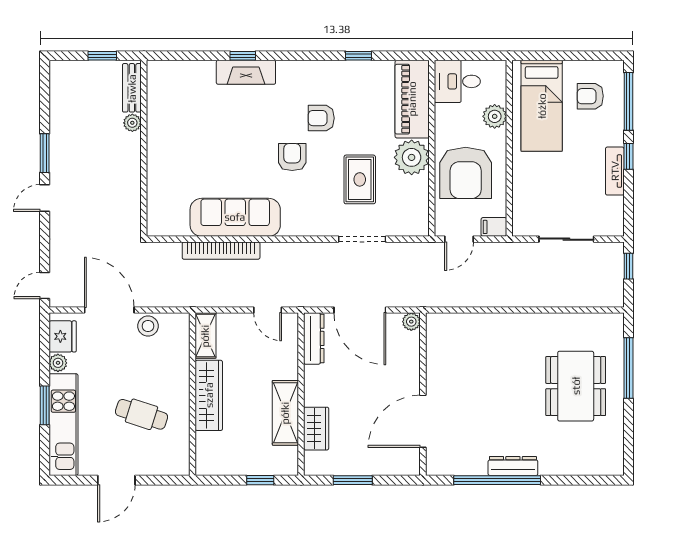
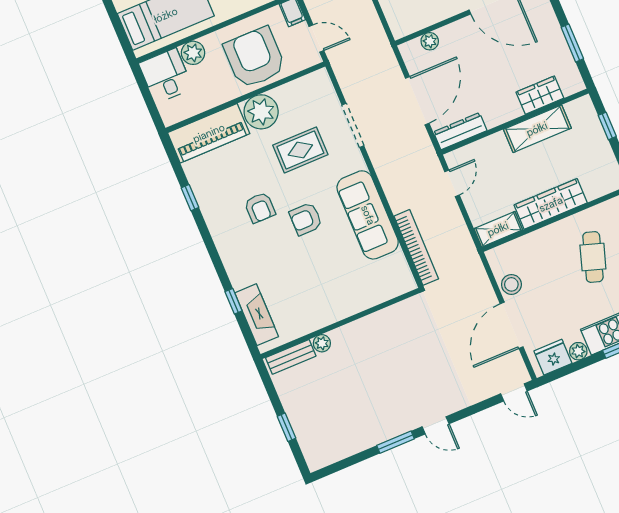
fireplace: (246, 72) -> (257, 315), moved
desk: (457, 81) -> (166, 76), moved, turned 180
bench: (132, 88) -> (291, 357), moved
plant: (132, 123) -> (322, 343), moved
wall: (144, 148) -> (340, 323), moved
armchair: (466, 173) -> (255, 58), turned -90
sofa: (235, 217) -> (368, 215), moved
plant: (411, 322) -> (430, 41), moved

